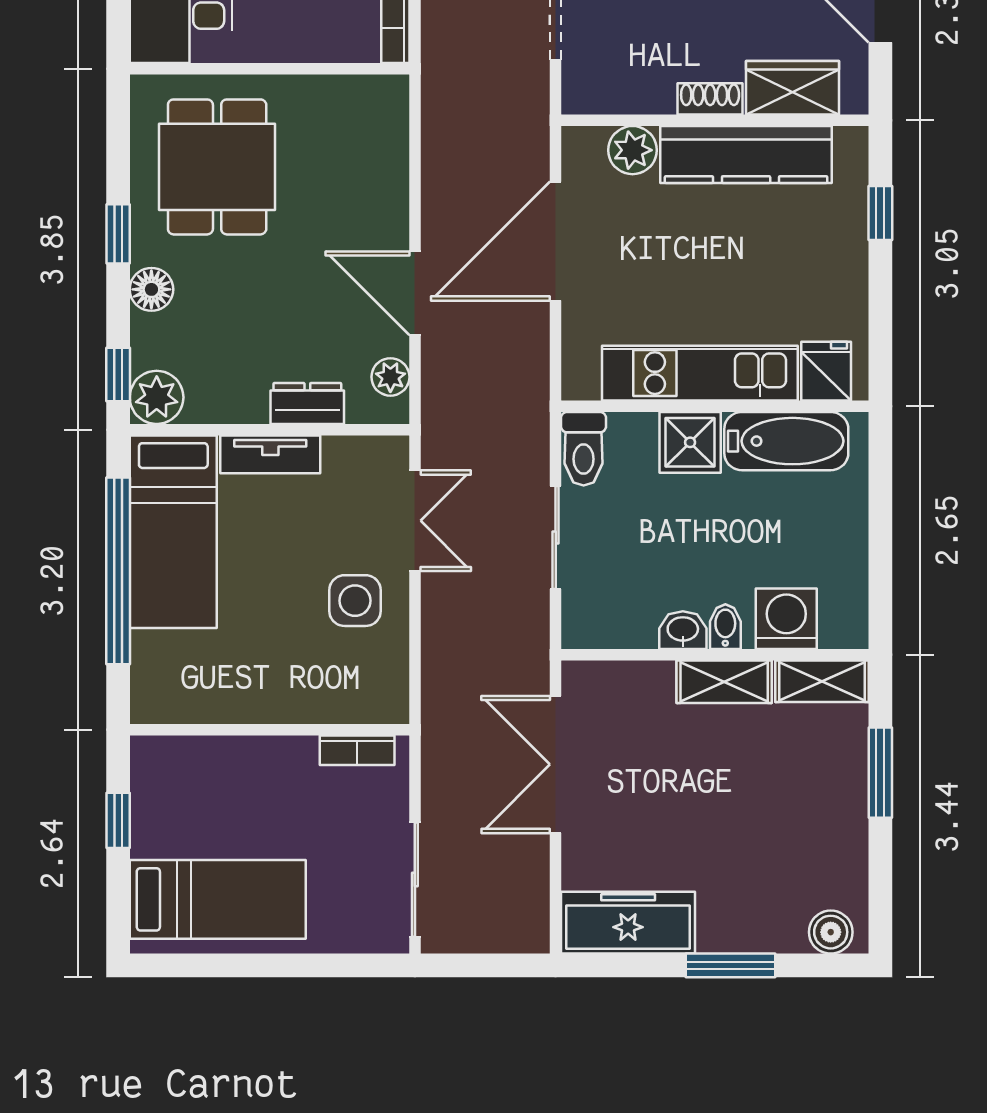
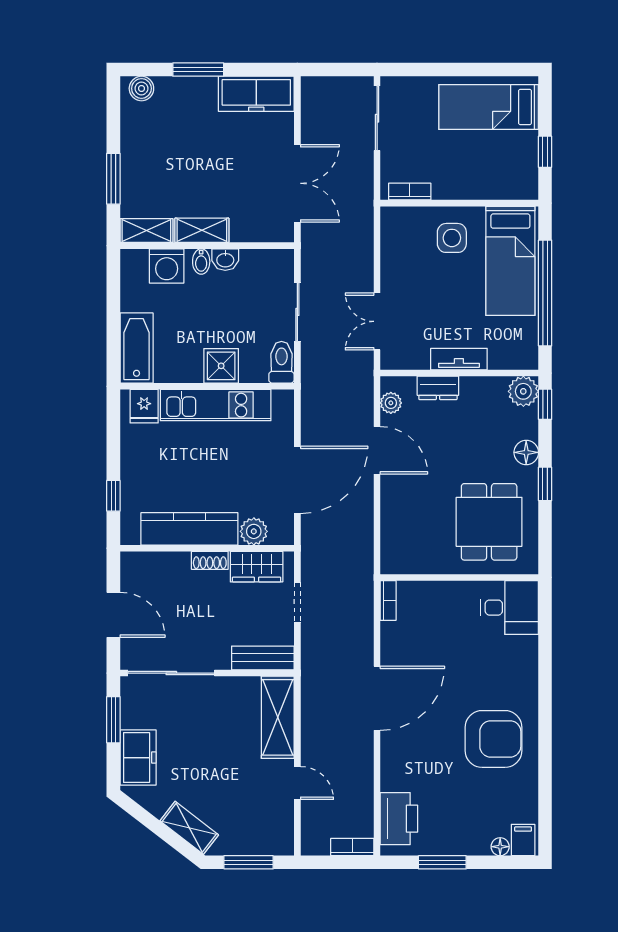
wardrobe: (793, 88) -> (257, 567), moved
bathtub: (786, 441) -> (137, 348), moved, turned 90
bed: (173, 532) -> (510, 261), moved, turned 180
side table: (355, 601) -> (452, 238), moved

